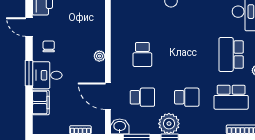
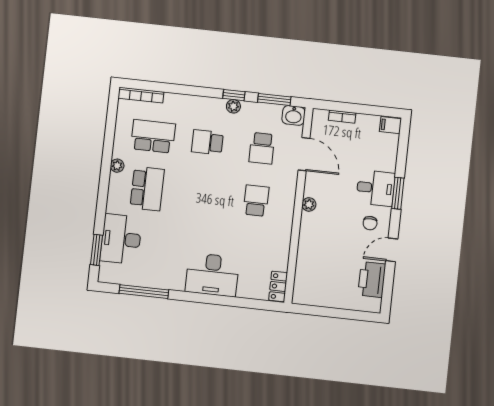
door: (29, 27) -> (392, 250), swing flipped
school desk: (142, 97) -> (262, 148), turned -90
filing cabinet: (41, 102) -> (390, 125), moved, width x0.50
plant: (169, 124) -> (233, 106), width x0.53, depth x0.53

